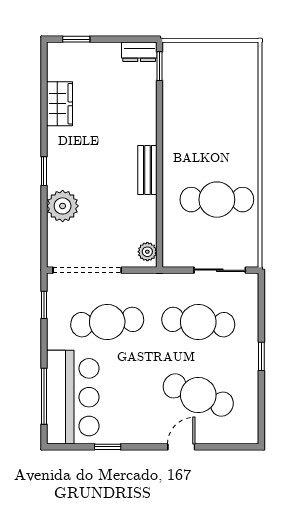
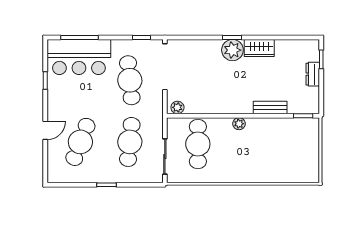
dresser: (139, 52) -> (313, 74), moved
wardrobe: (59, 104) -> (259, 48), moved
plant: (171, 161) -> (239, 124), added
bench: (147, 170) -> (270, 107), moved
cafe table: (217, 200) -> (198, 144), moved
plant: (63, 206) -> (232, 50), moved
door: (181, 447) -> (45, 130), hinge flipped

